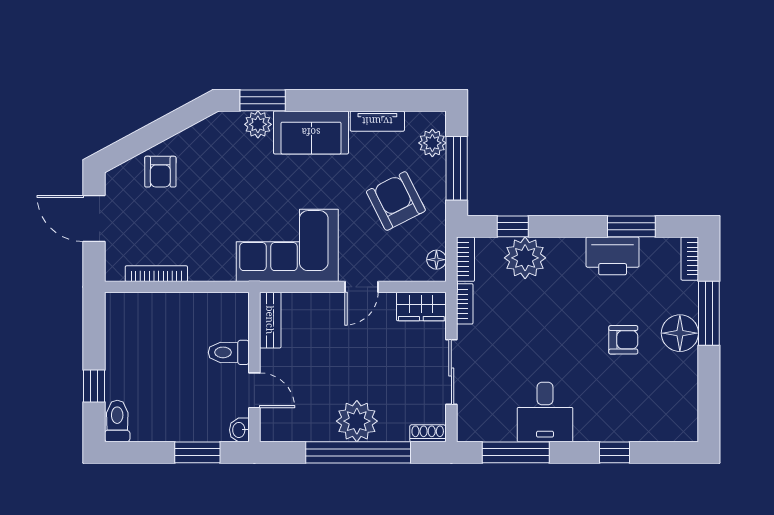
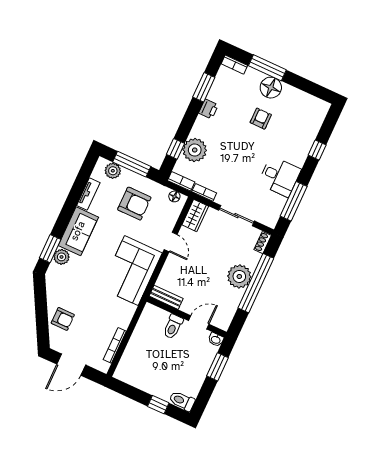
armchair: (396, 201) -> (134, 204), turned -153
printer: (613, 256) -> (208, 109), width x0.53, depth x0.68

